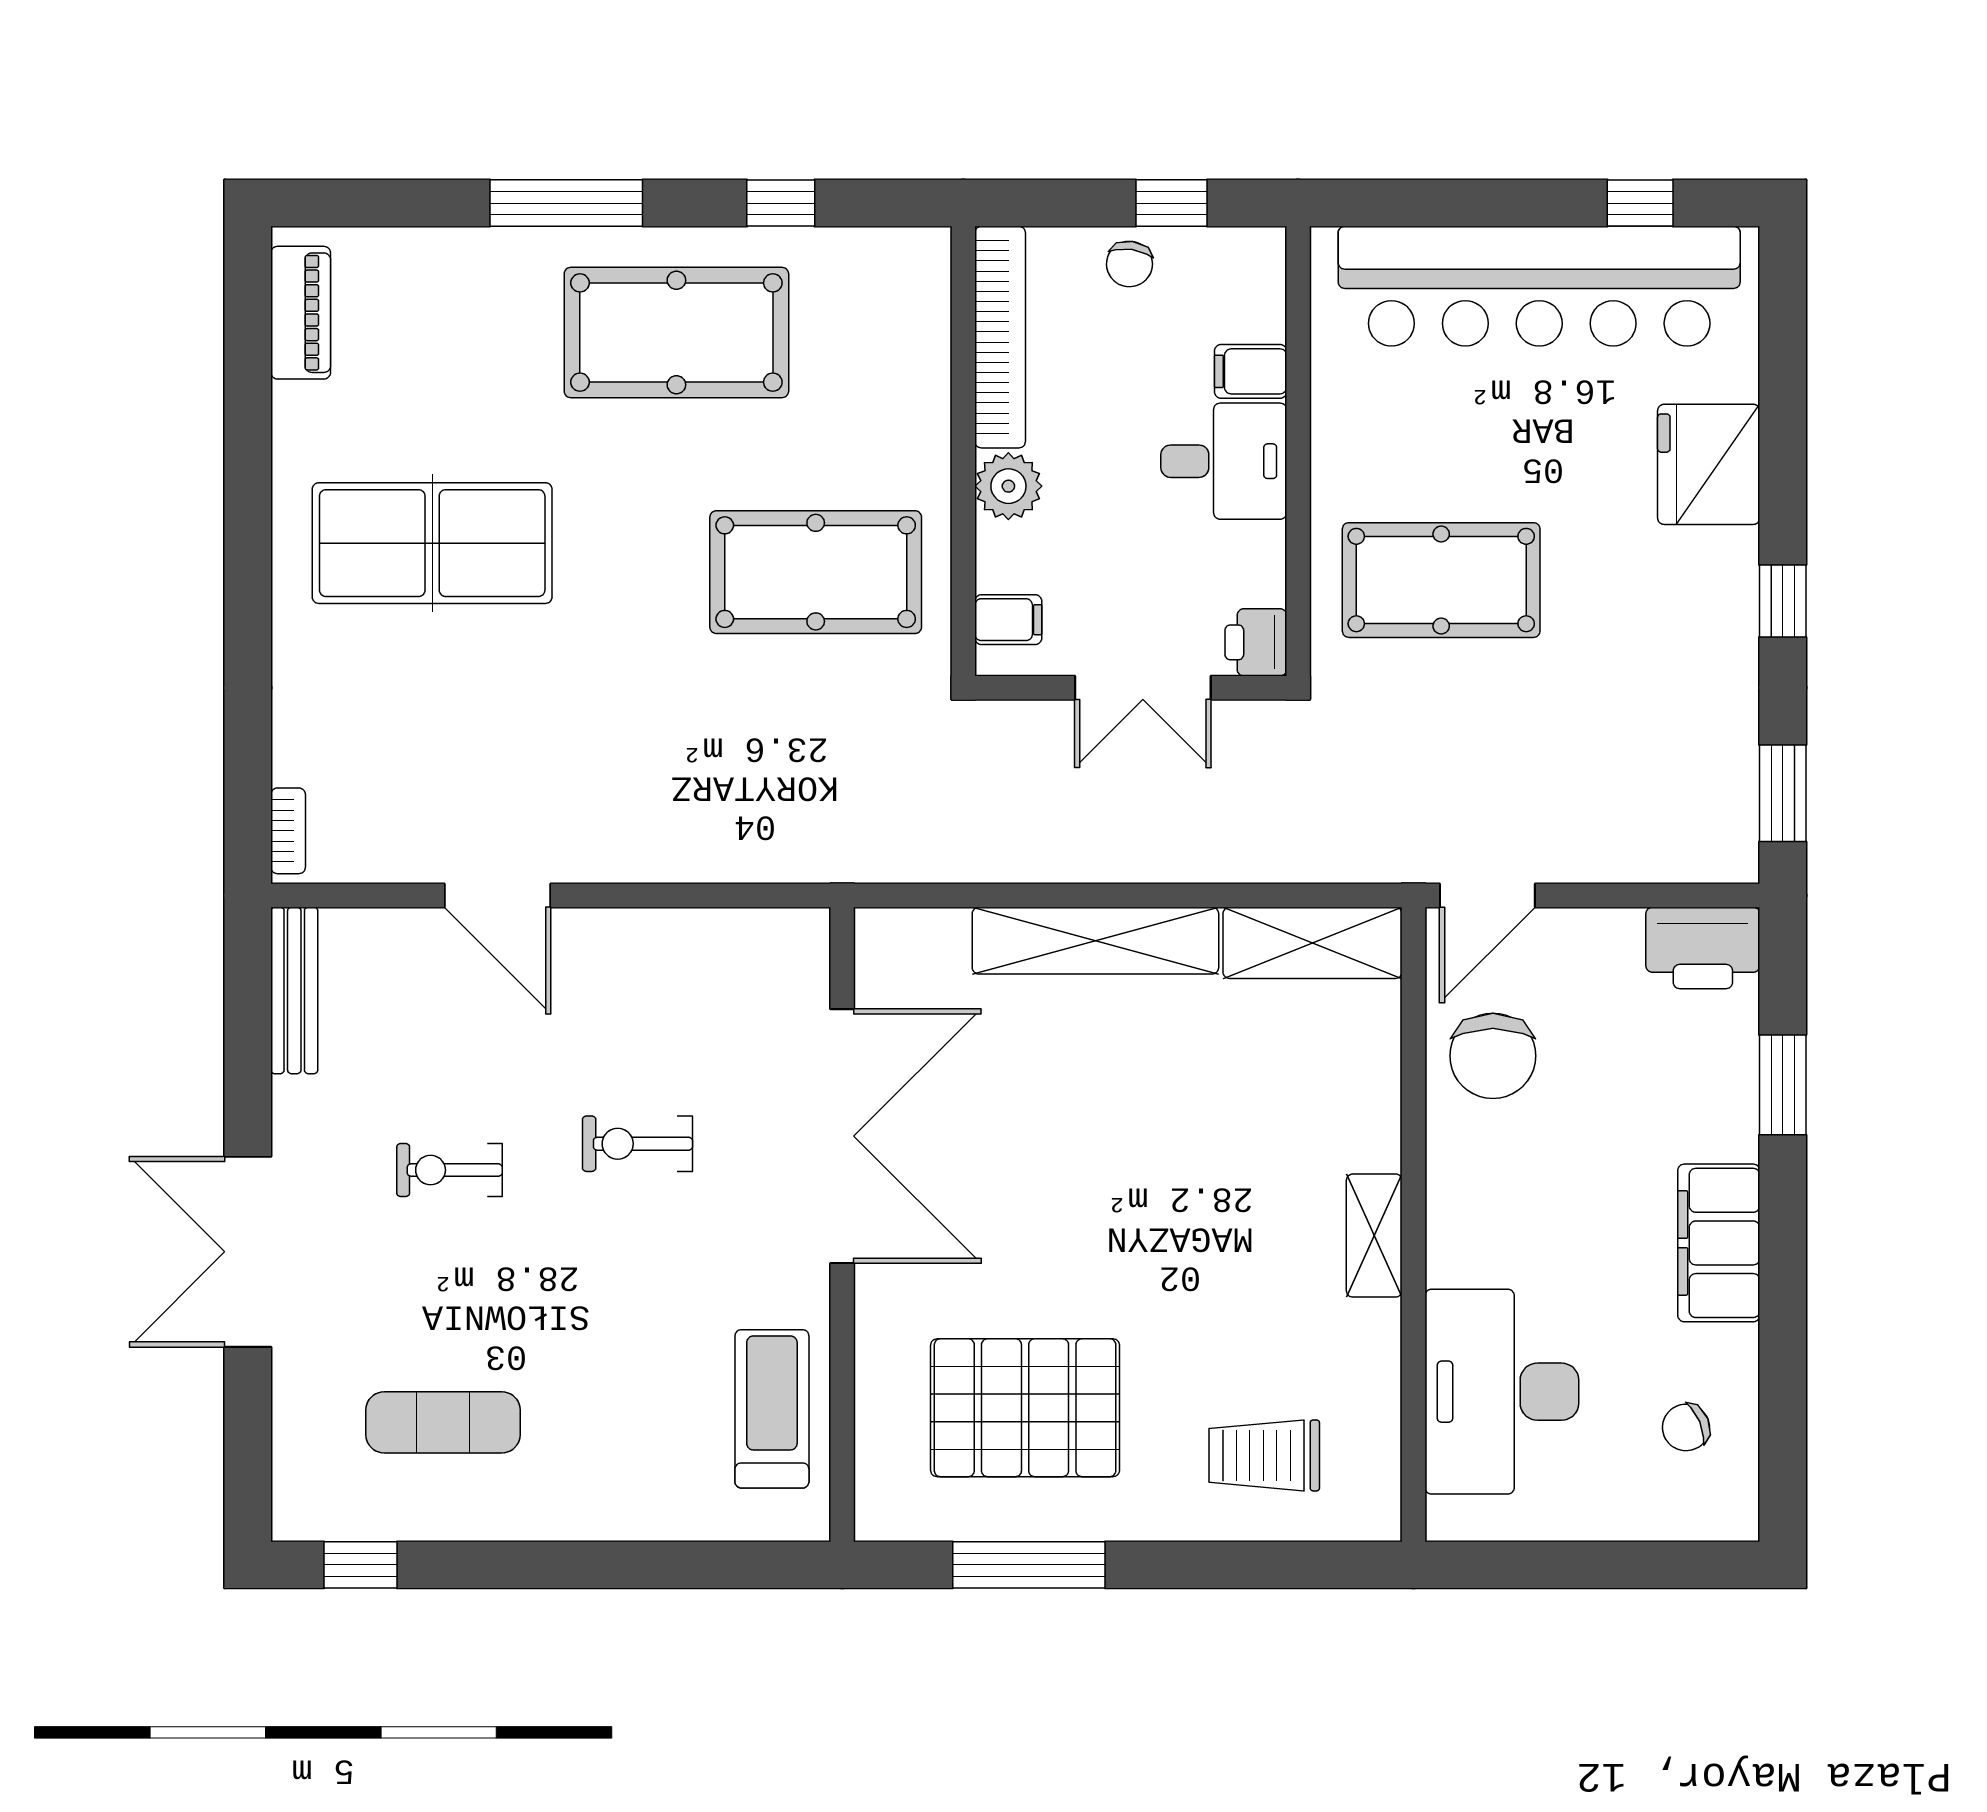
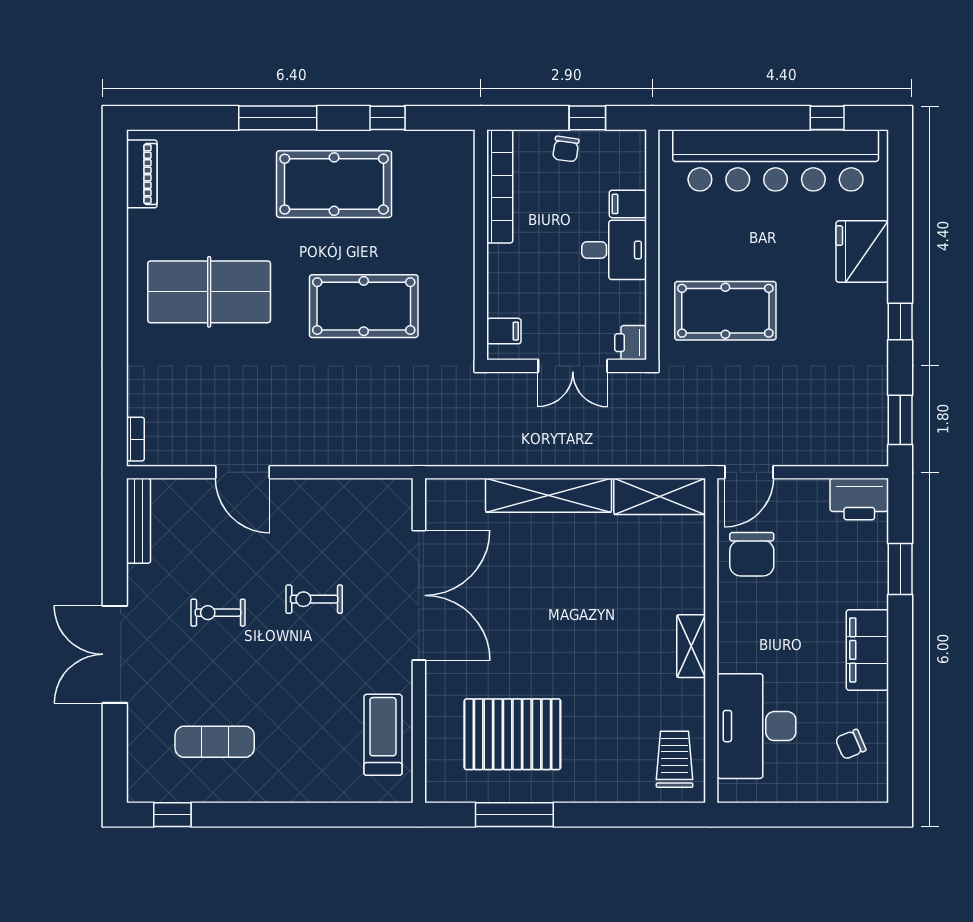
plant: (1008, 486) -> (504, 263), removed
pool table: (816, 572) -> (364, 306), moved
trolley: (1264, 1455) -> (674, 759), moved, turned 90

